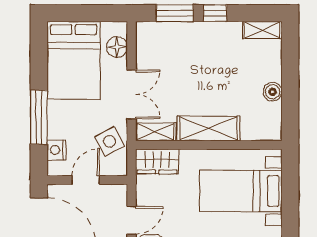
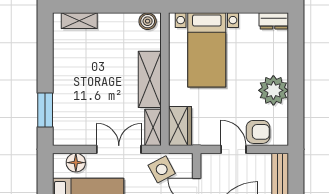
window: (215, 13) -> (45, 73), removed
shelving: (262, 30) -> (79, 21), moved, turned 90
boiler: (272, 92) -> (148, 21), moved

